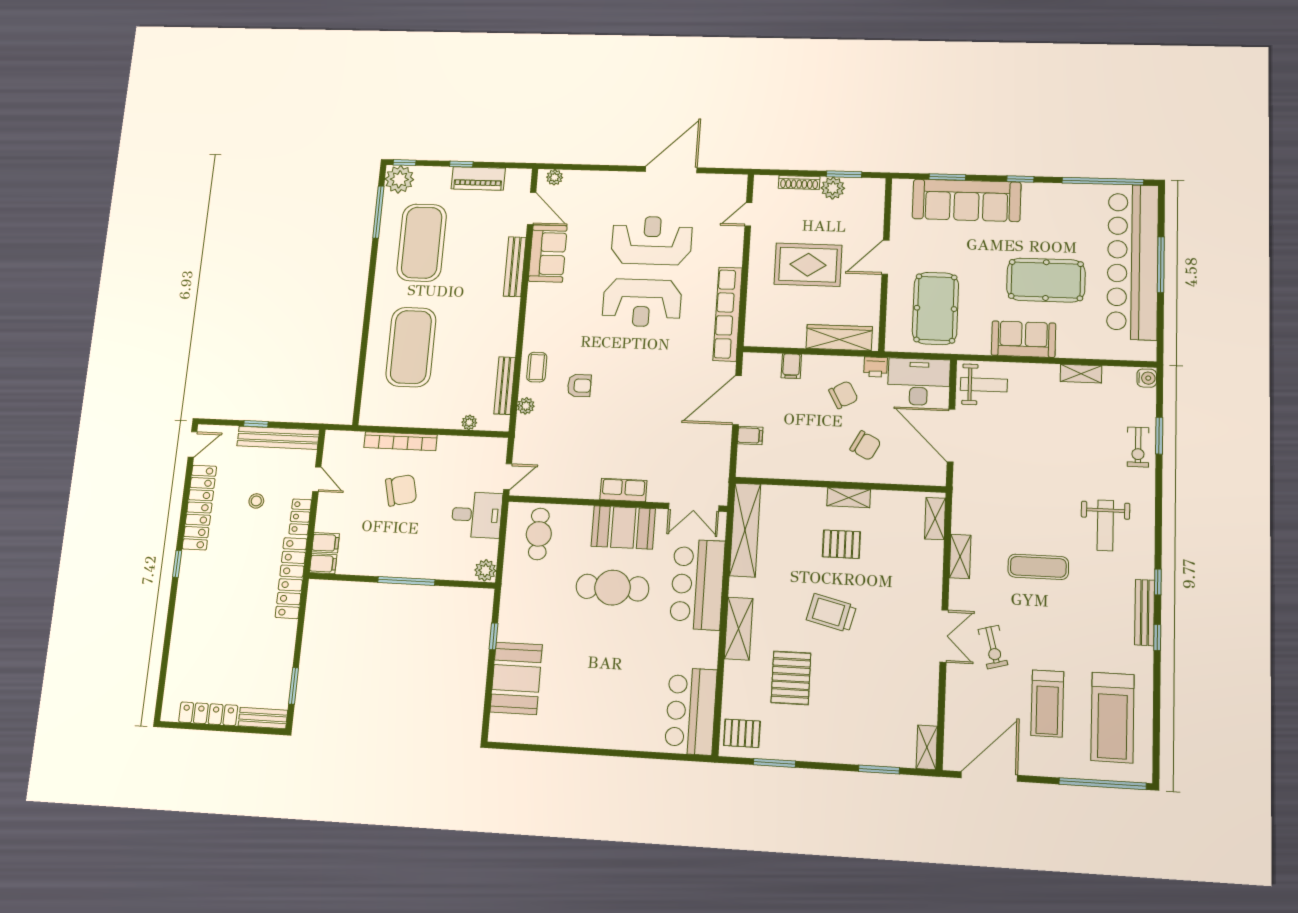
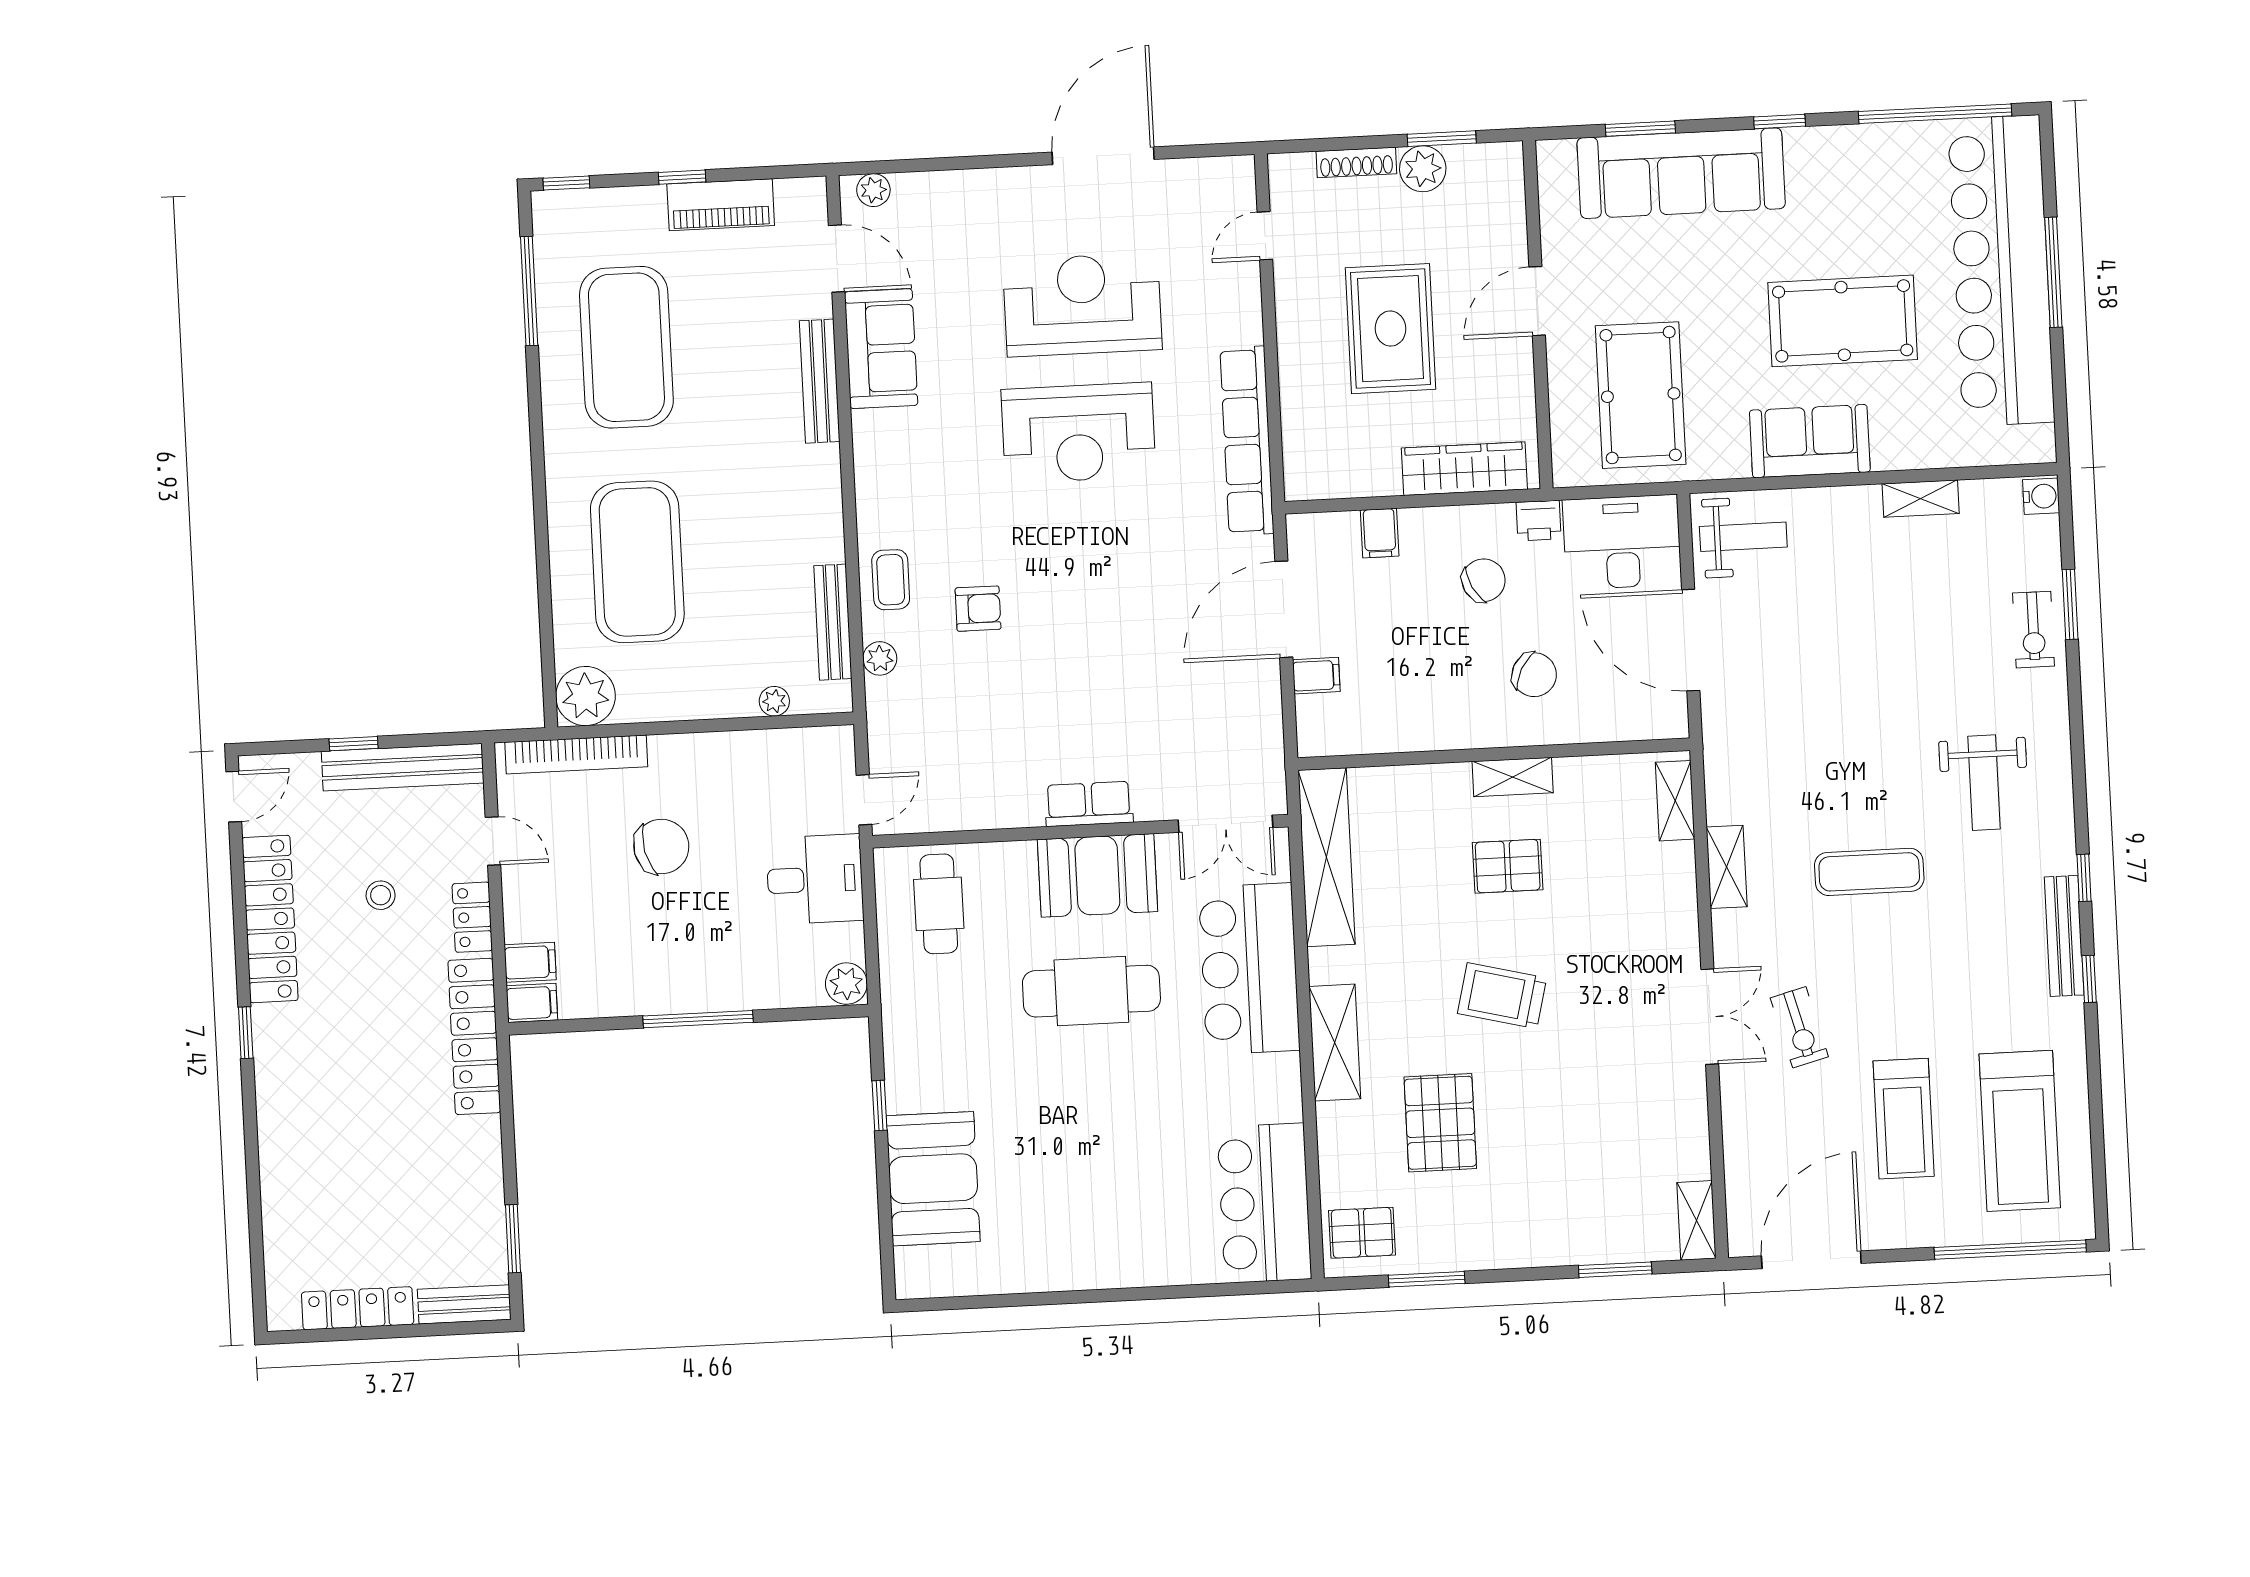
plant: (399, 179) -> (586, 696), moved
rug: (808, 265) -> (1391, 329), turned 90
bookcase: (400, 441) -> (576, 754), moved

